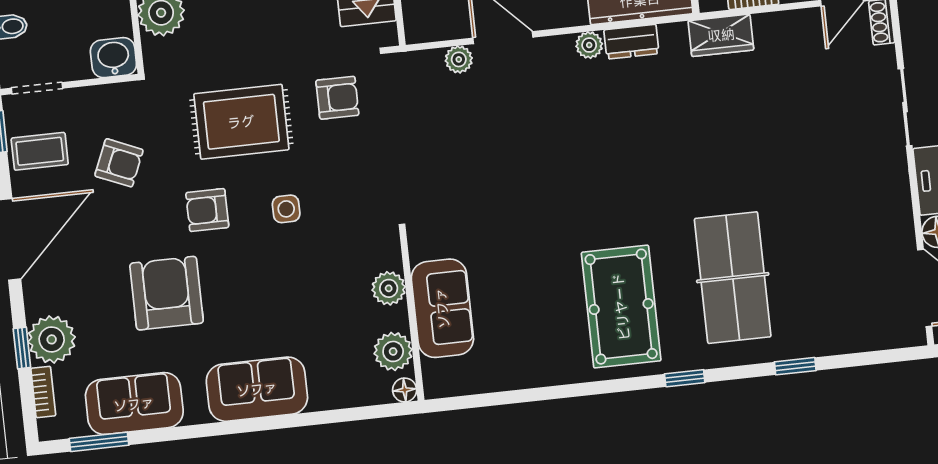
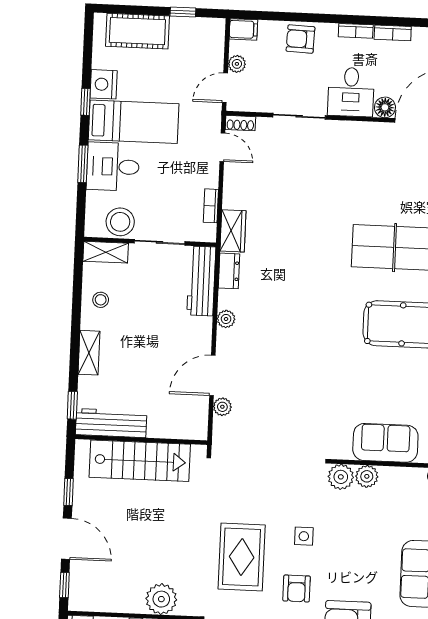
dresser: (631, 42) -> (229, 271), moved
armchair: (337, 98) -> (235, 491), removed
plant: (393, 351) -> (341, 477), moved

